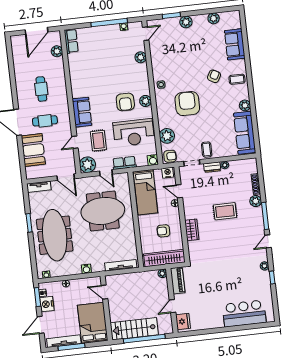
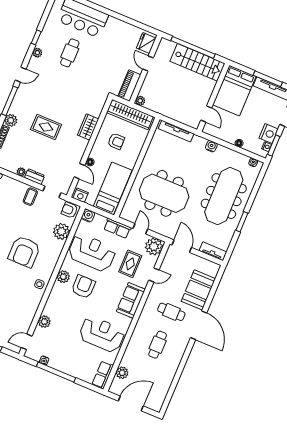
reception desk: (90, 73) -> (102, 334), added
cafe table: (239, 280) -> (70, 53), added
door: (173, 306) -> (148, 64), swing flipped

